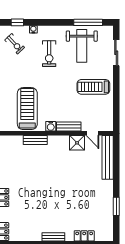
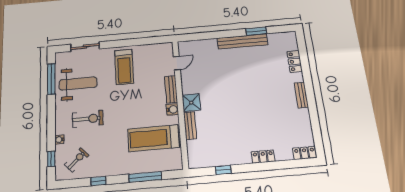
shower: (77, 143) -> (191, 103), moved
bench: (108, 157) -> (242, 41), moved

